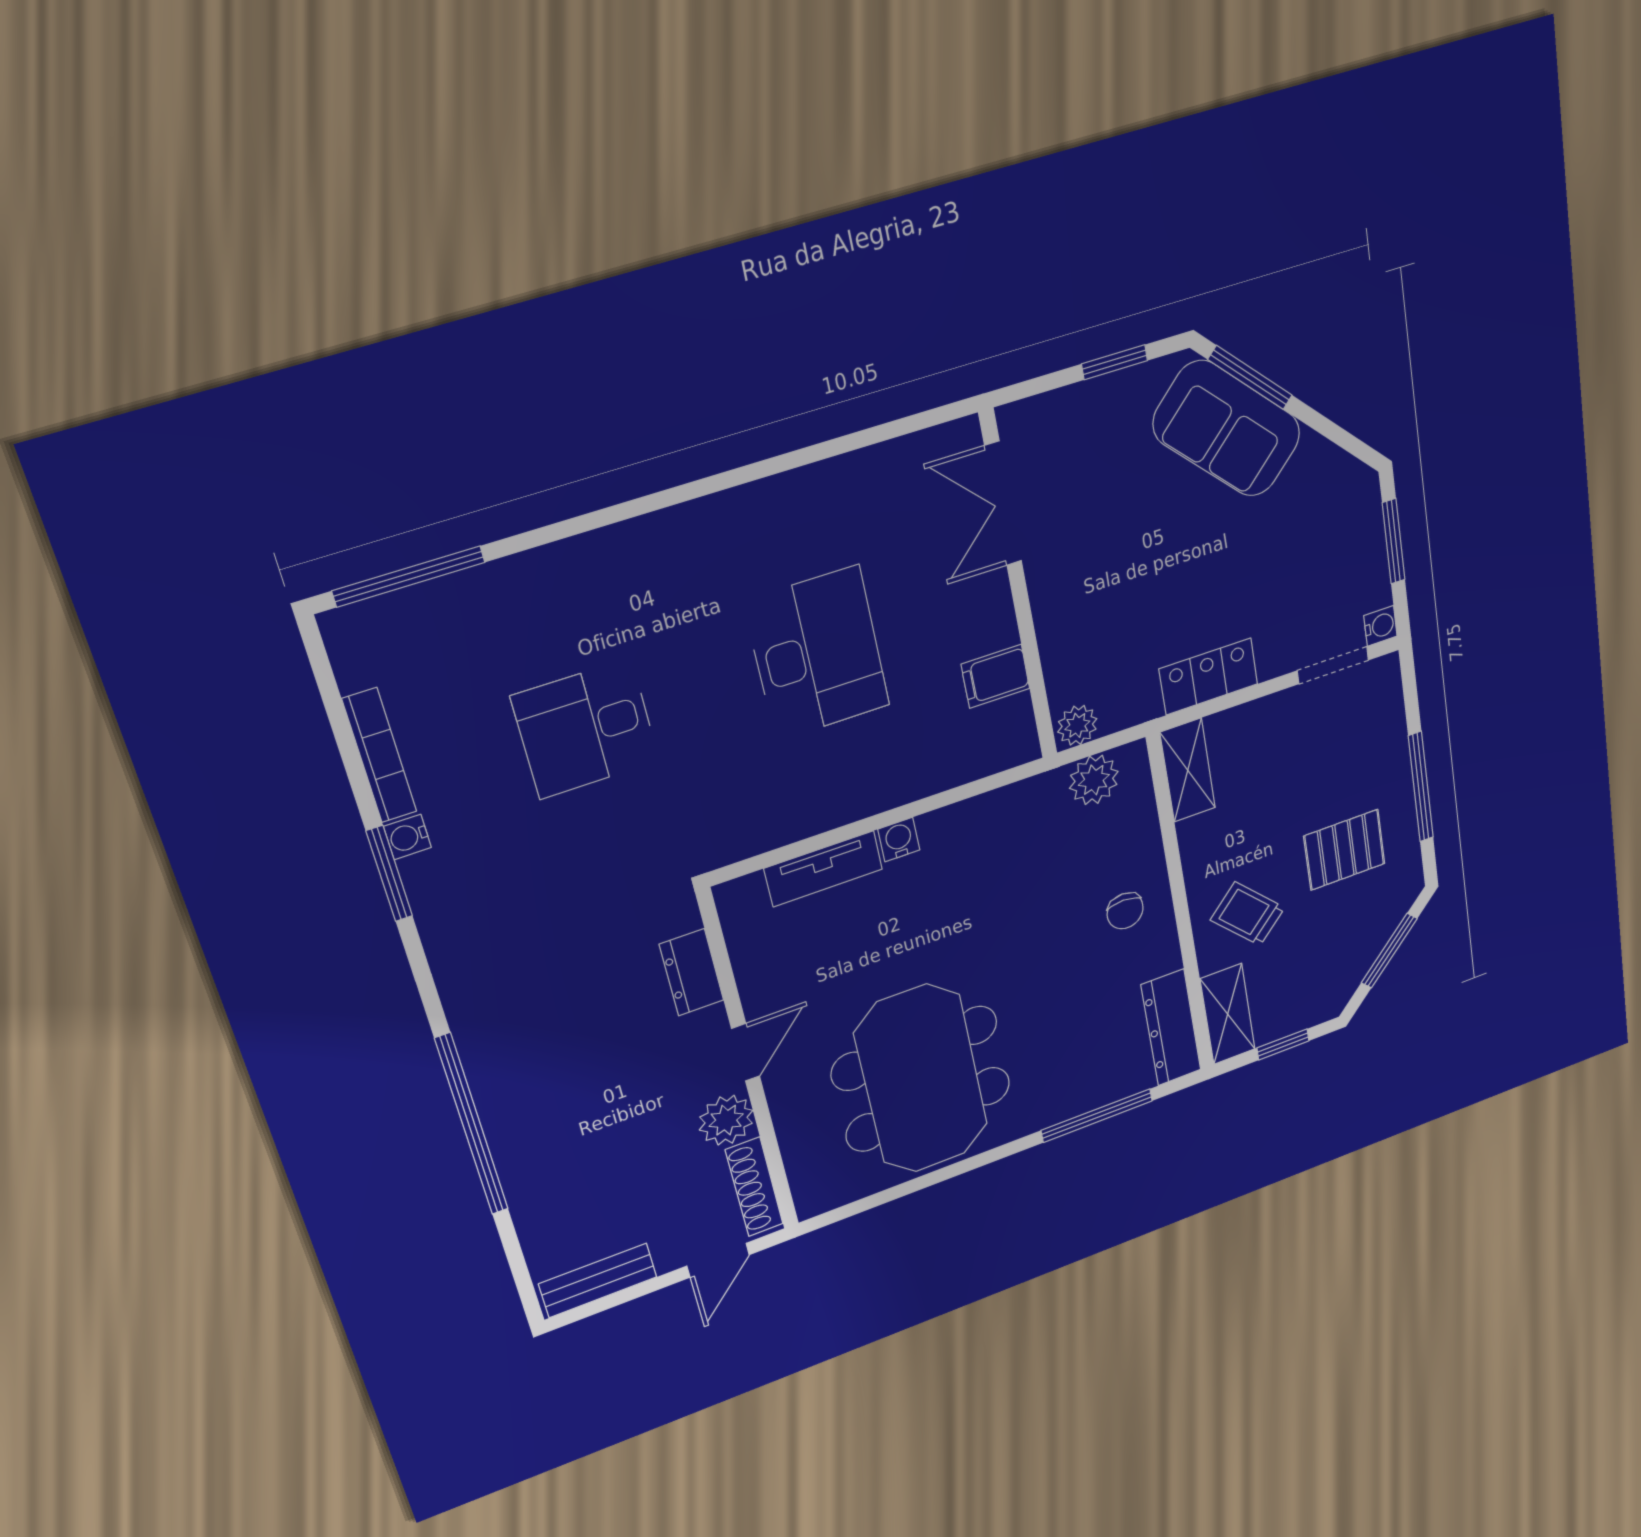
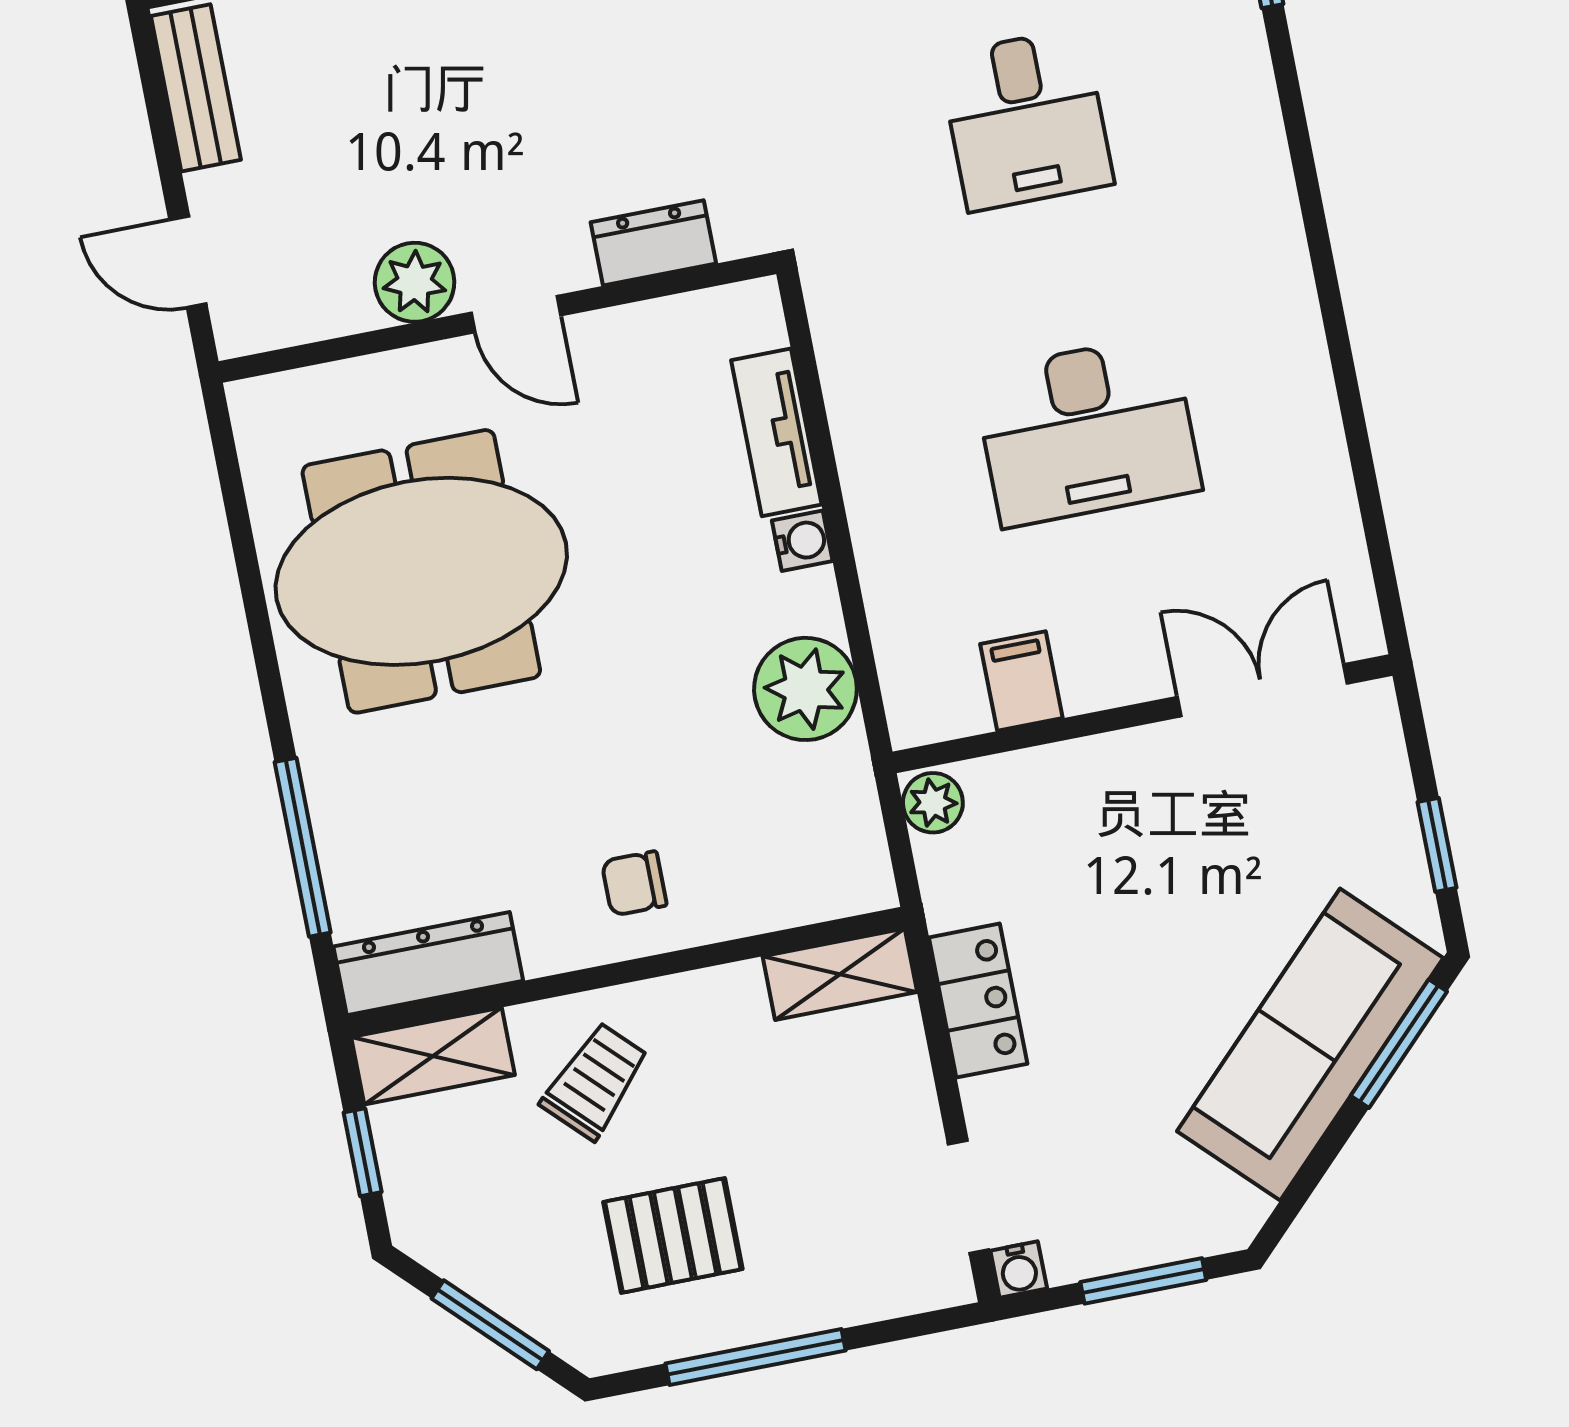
sofa: (1227, 429) -> (1310, 1045), width x1.36
desk: (585, 729) -> (1026, 120), turned 180
plant: (1094, 780) -> (805, 689), moved, width x1.36, depth x1.36
pallet: (1344, 850) -> (673, 1235), turned 90
shoe rack: (754, 1187) -> (297, 319), removed

